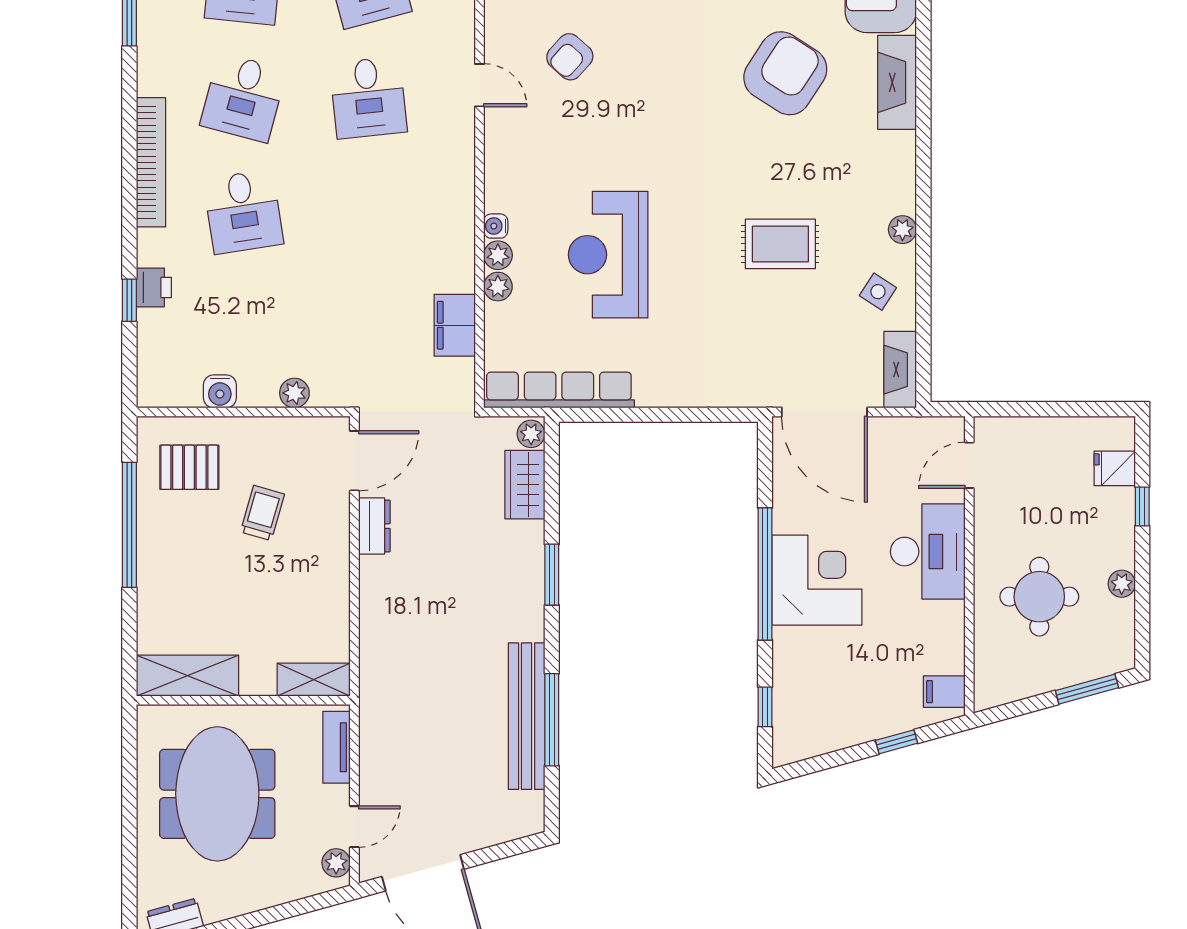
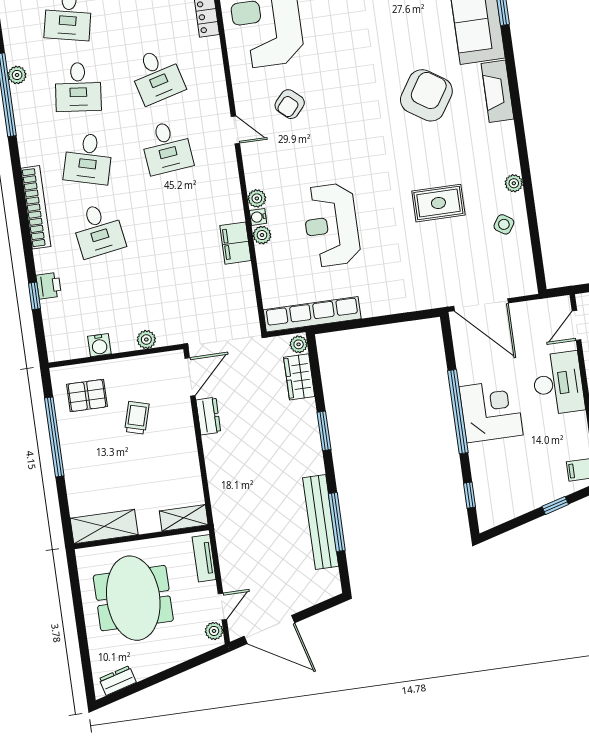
plant: (498, 287) -> (257, 198), moved
filing cabinet: (455, 325) -> (235, 243), moved
fireplace: (900, 370) -> (525, 271), removed

